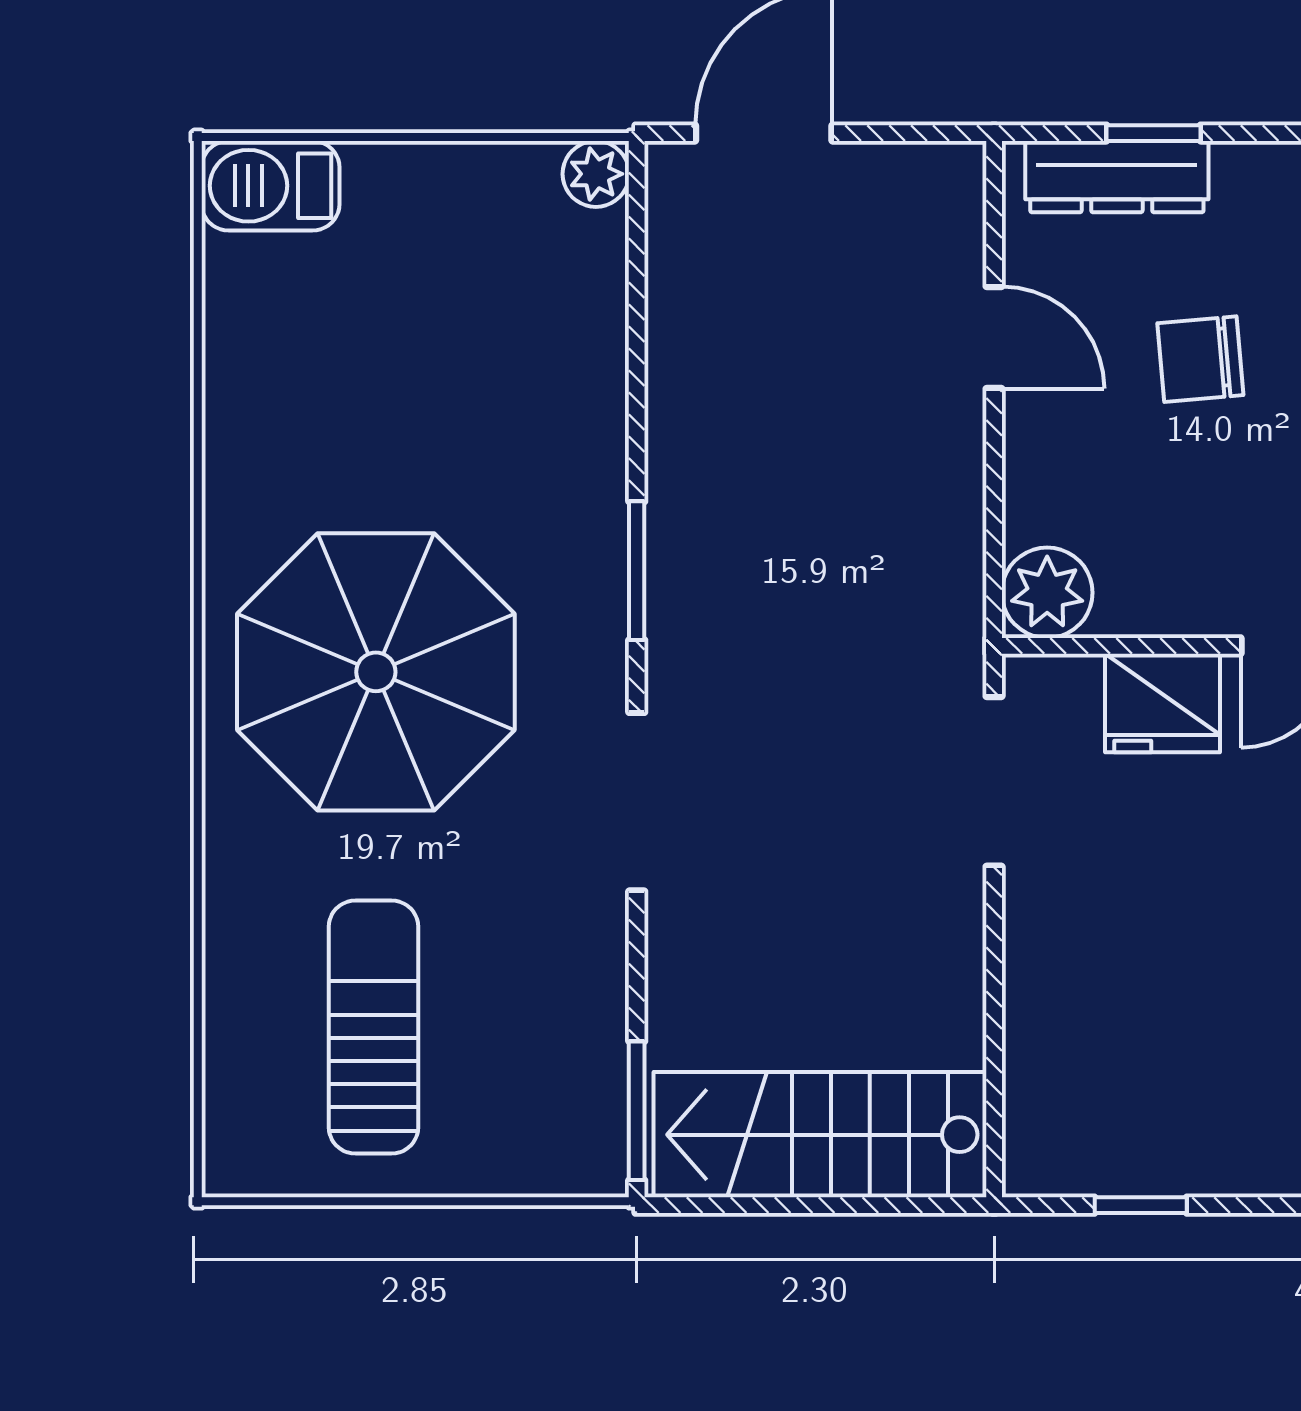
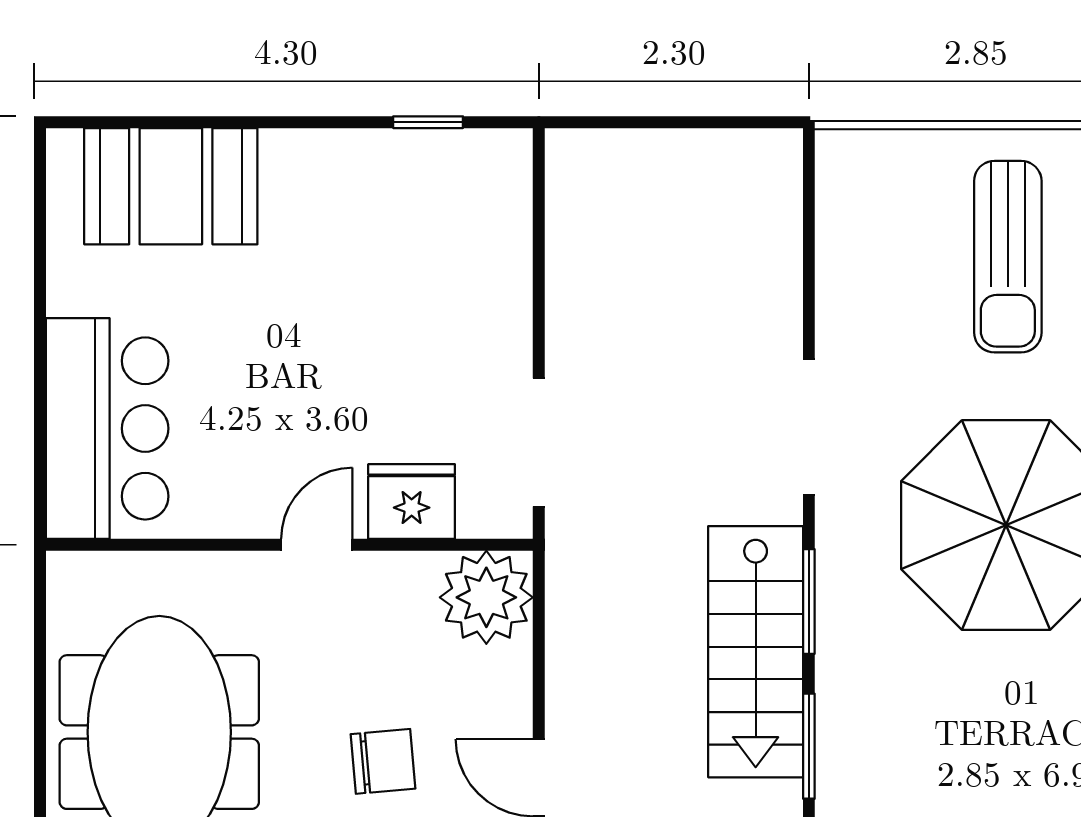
plant: (1047, 593) -> (486, 597), width x1.36, depth x1.36
window: (637, 1111) -> (809, 746), moved
stairs: (820, 1135) -> (756, 652), moved, turned 90

